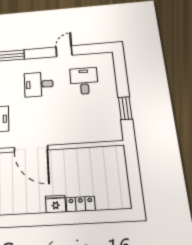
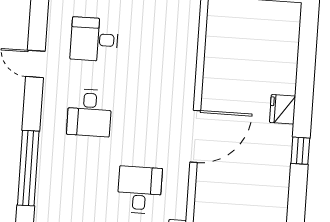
locker: (81, 204) -> (287, 73), removed
window: (29, 220) -> (300, 151), added

